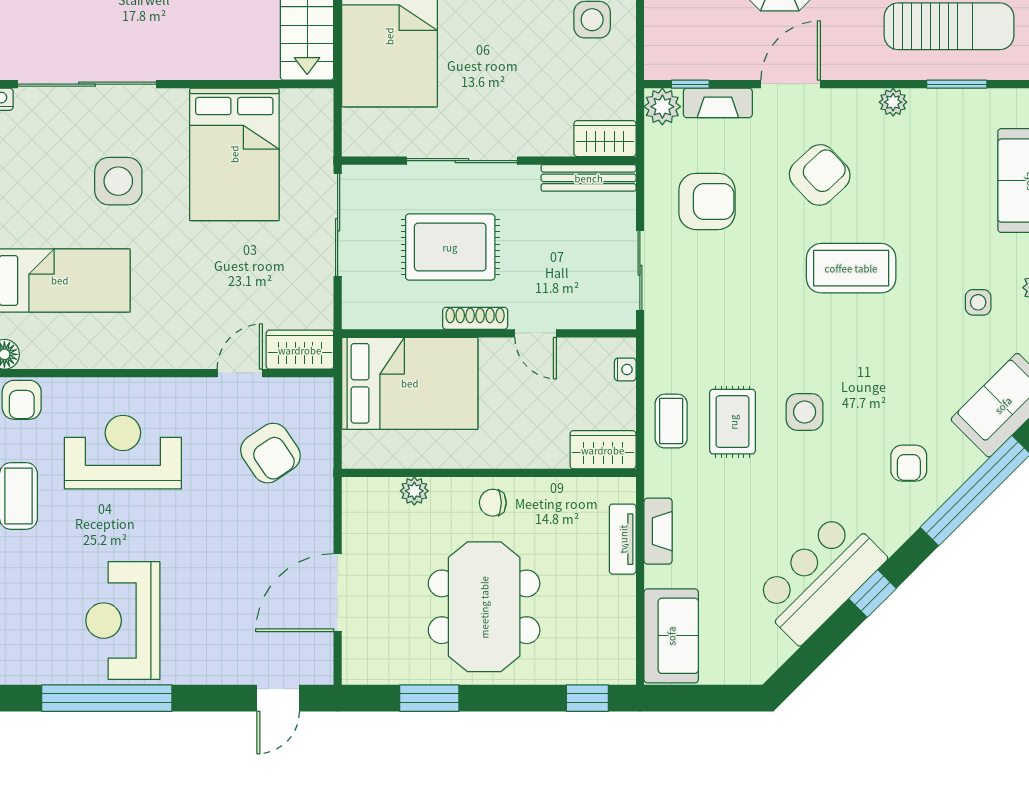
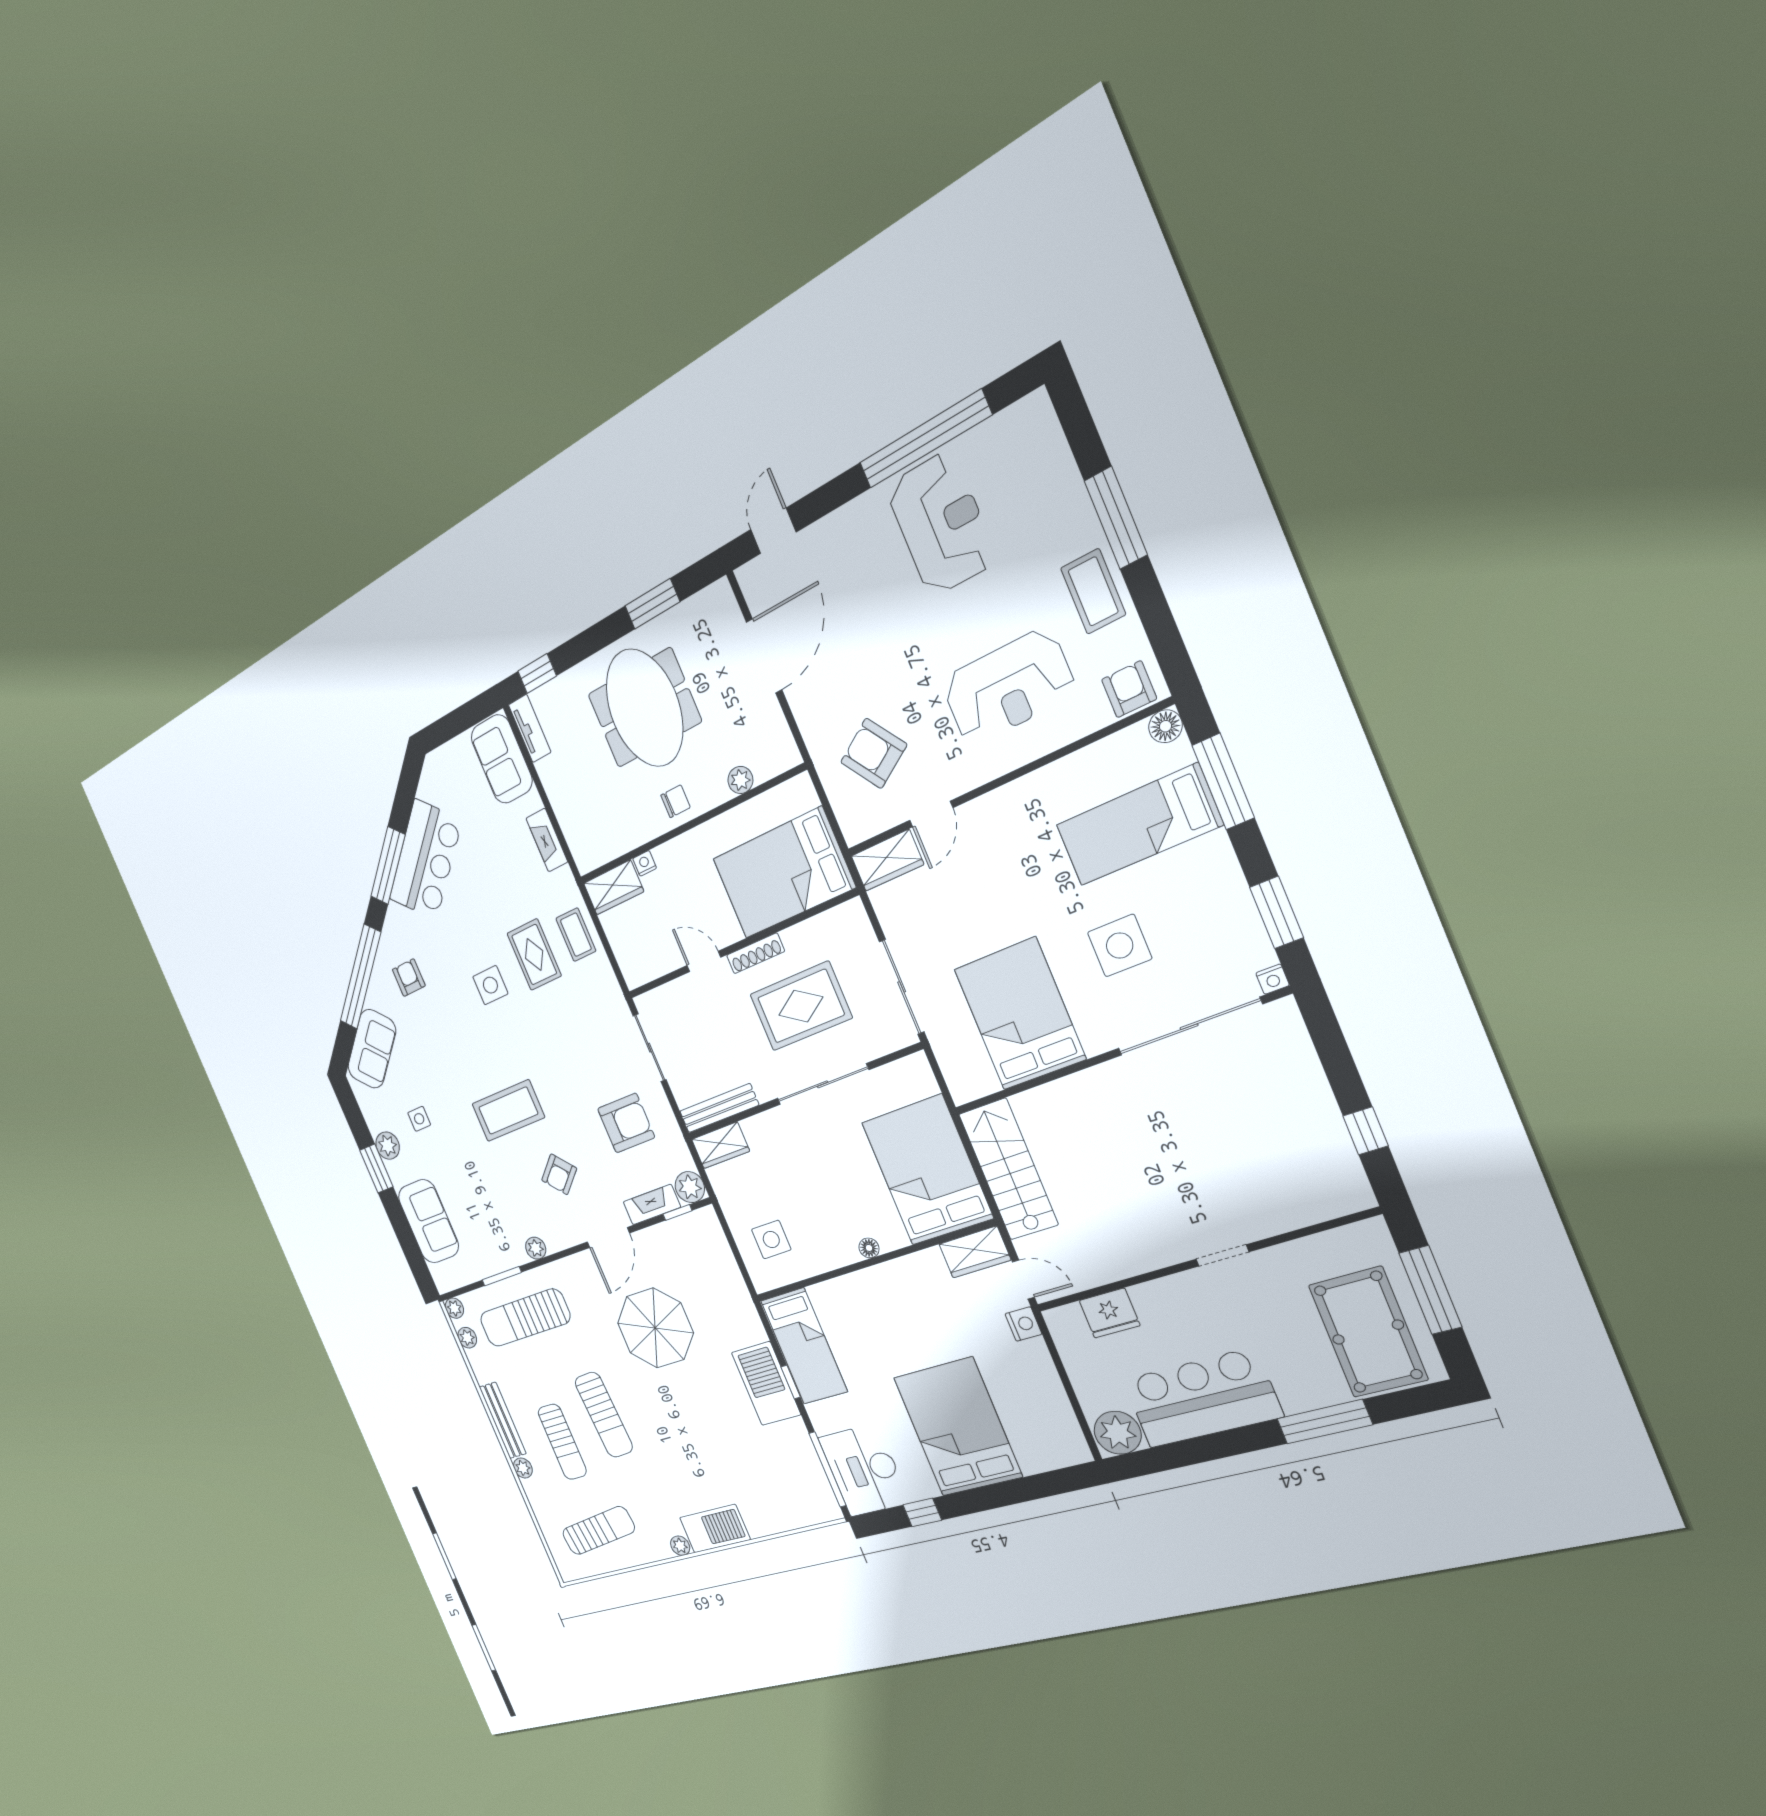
armchair: (820, 175) -> (559, 1174), width x0.72, depth x0.72
armchair: (707, 201) -> (626, 1123), turned 180
nightstand: (625, 369) -> (645, 863), moved, turned 90
tv unit: (623, 539) -> (530, 728), moved
window: (872, 594) -> (388, 866), width x2.17

